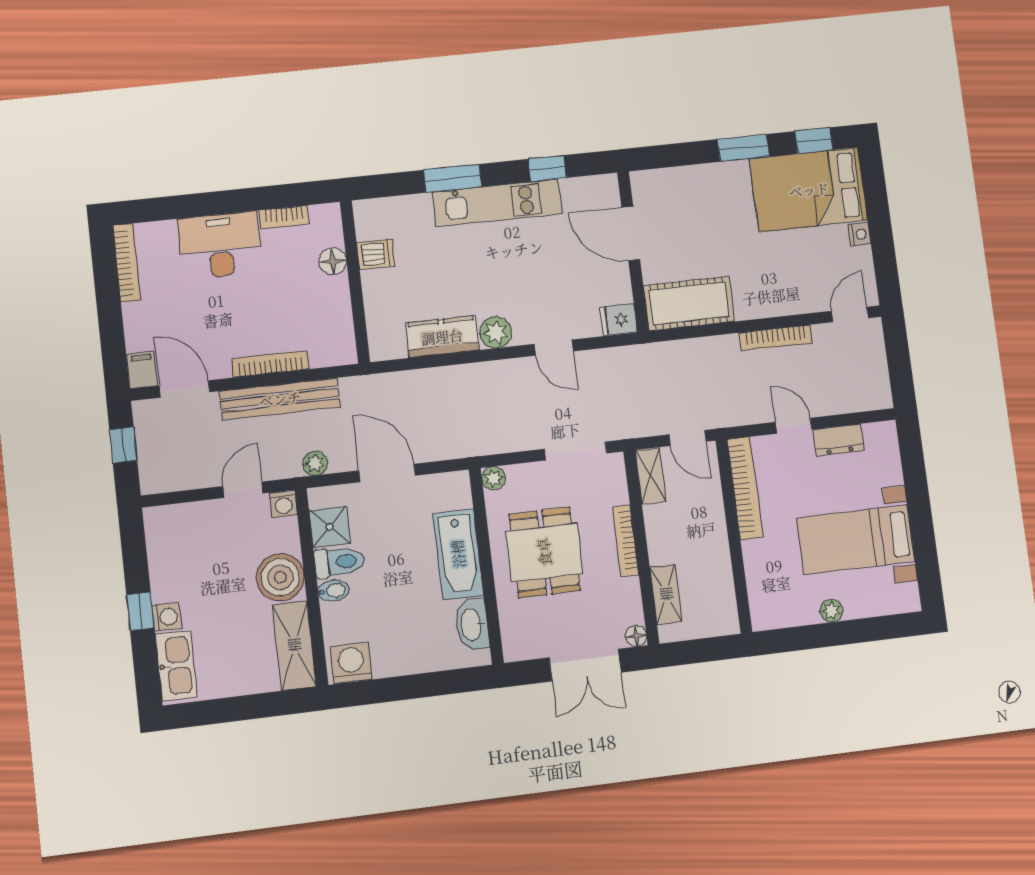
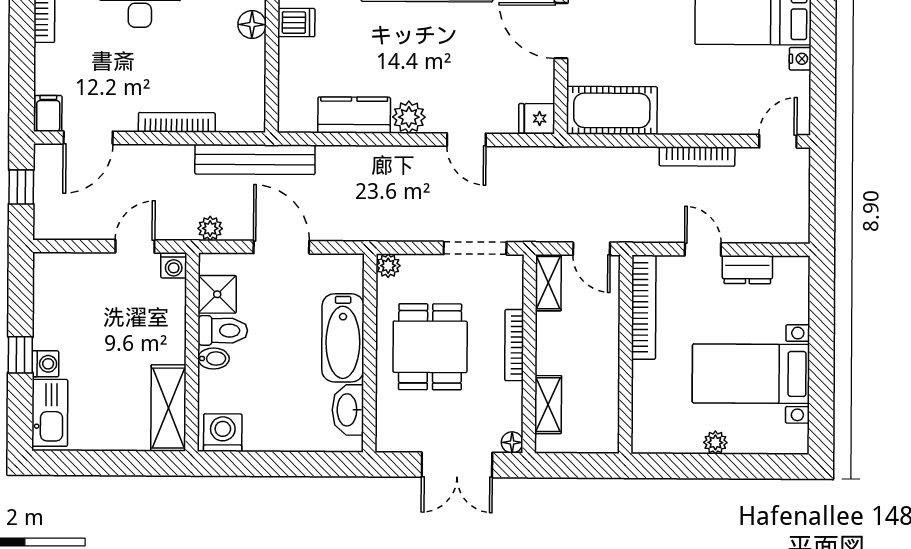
door: (184, 389) -> (88, 138), swing flipped
bench: (280, 399) -> (255, 159), moved
boiler: (280, 577) -> (162, 338), removed

